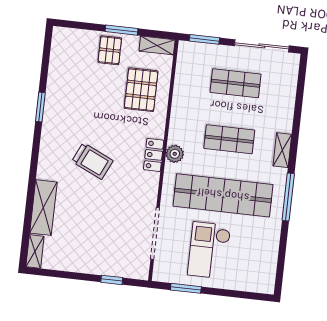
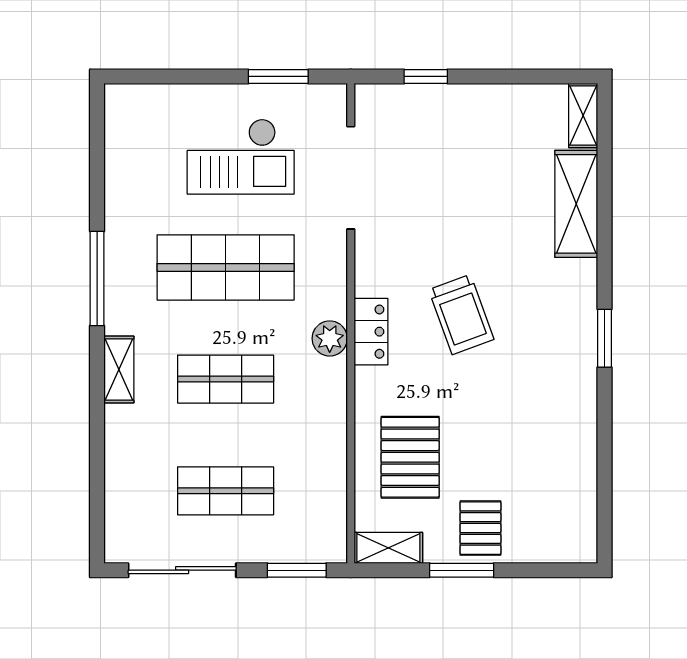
window: (40, 107) -> (604, 338), moved
trolley: (92, 161) -> (461, 314), moved, turned -135
shop shelf: (223, 195) -> (226, 267), width x0.71
checkout: (209, 250) -> (241, 156), turned 90

